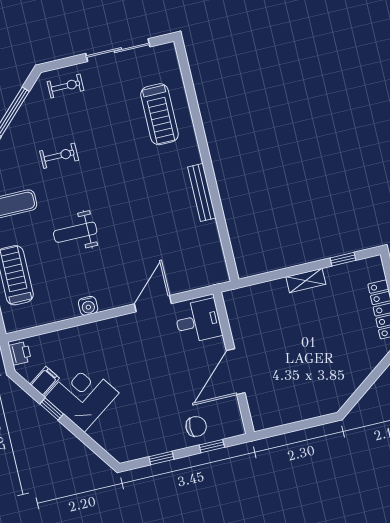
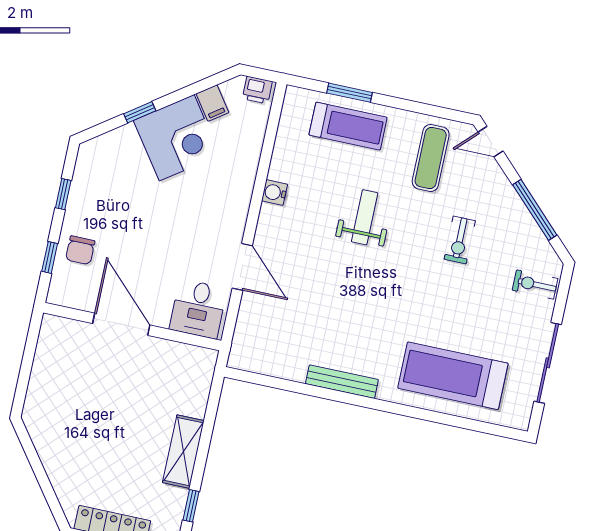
exercise bike: (65, 86) -> (535, 284), turned 90
treadmill: (160, 114) -> (453, 376), width x1.37, depth x1.38
shelving: (306, 280) -> (183, 452), width x1.50, depth x1.33
window: (52, 409) -> (140, 112), moved

